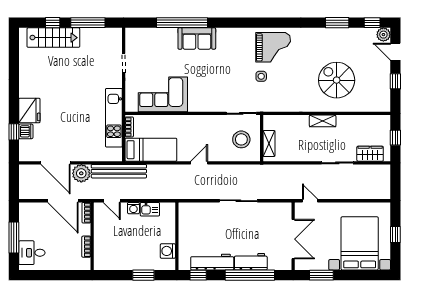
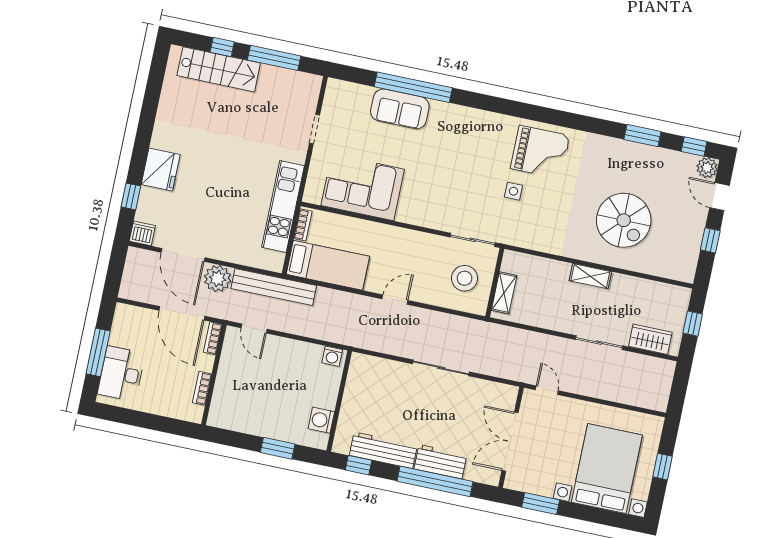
sofa: (197, 38) -> (400, 109), moved
spiral stairs: (337, 80) -> (624, 220), turned 180
dishwasher: (26, 131) -> (142, 233), moved, turned -90
washing machine: (133, 208) -> (332, 356), moved
kitchen sink: (150, 209) -> (308, 353), removed
double door: (293, 239) -> (510, 442), swing flipped
desk: (32, 253) -> (121, 374), width x1.37

